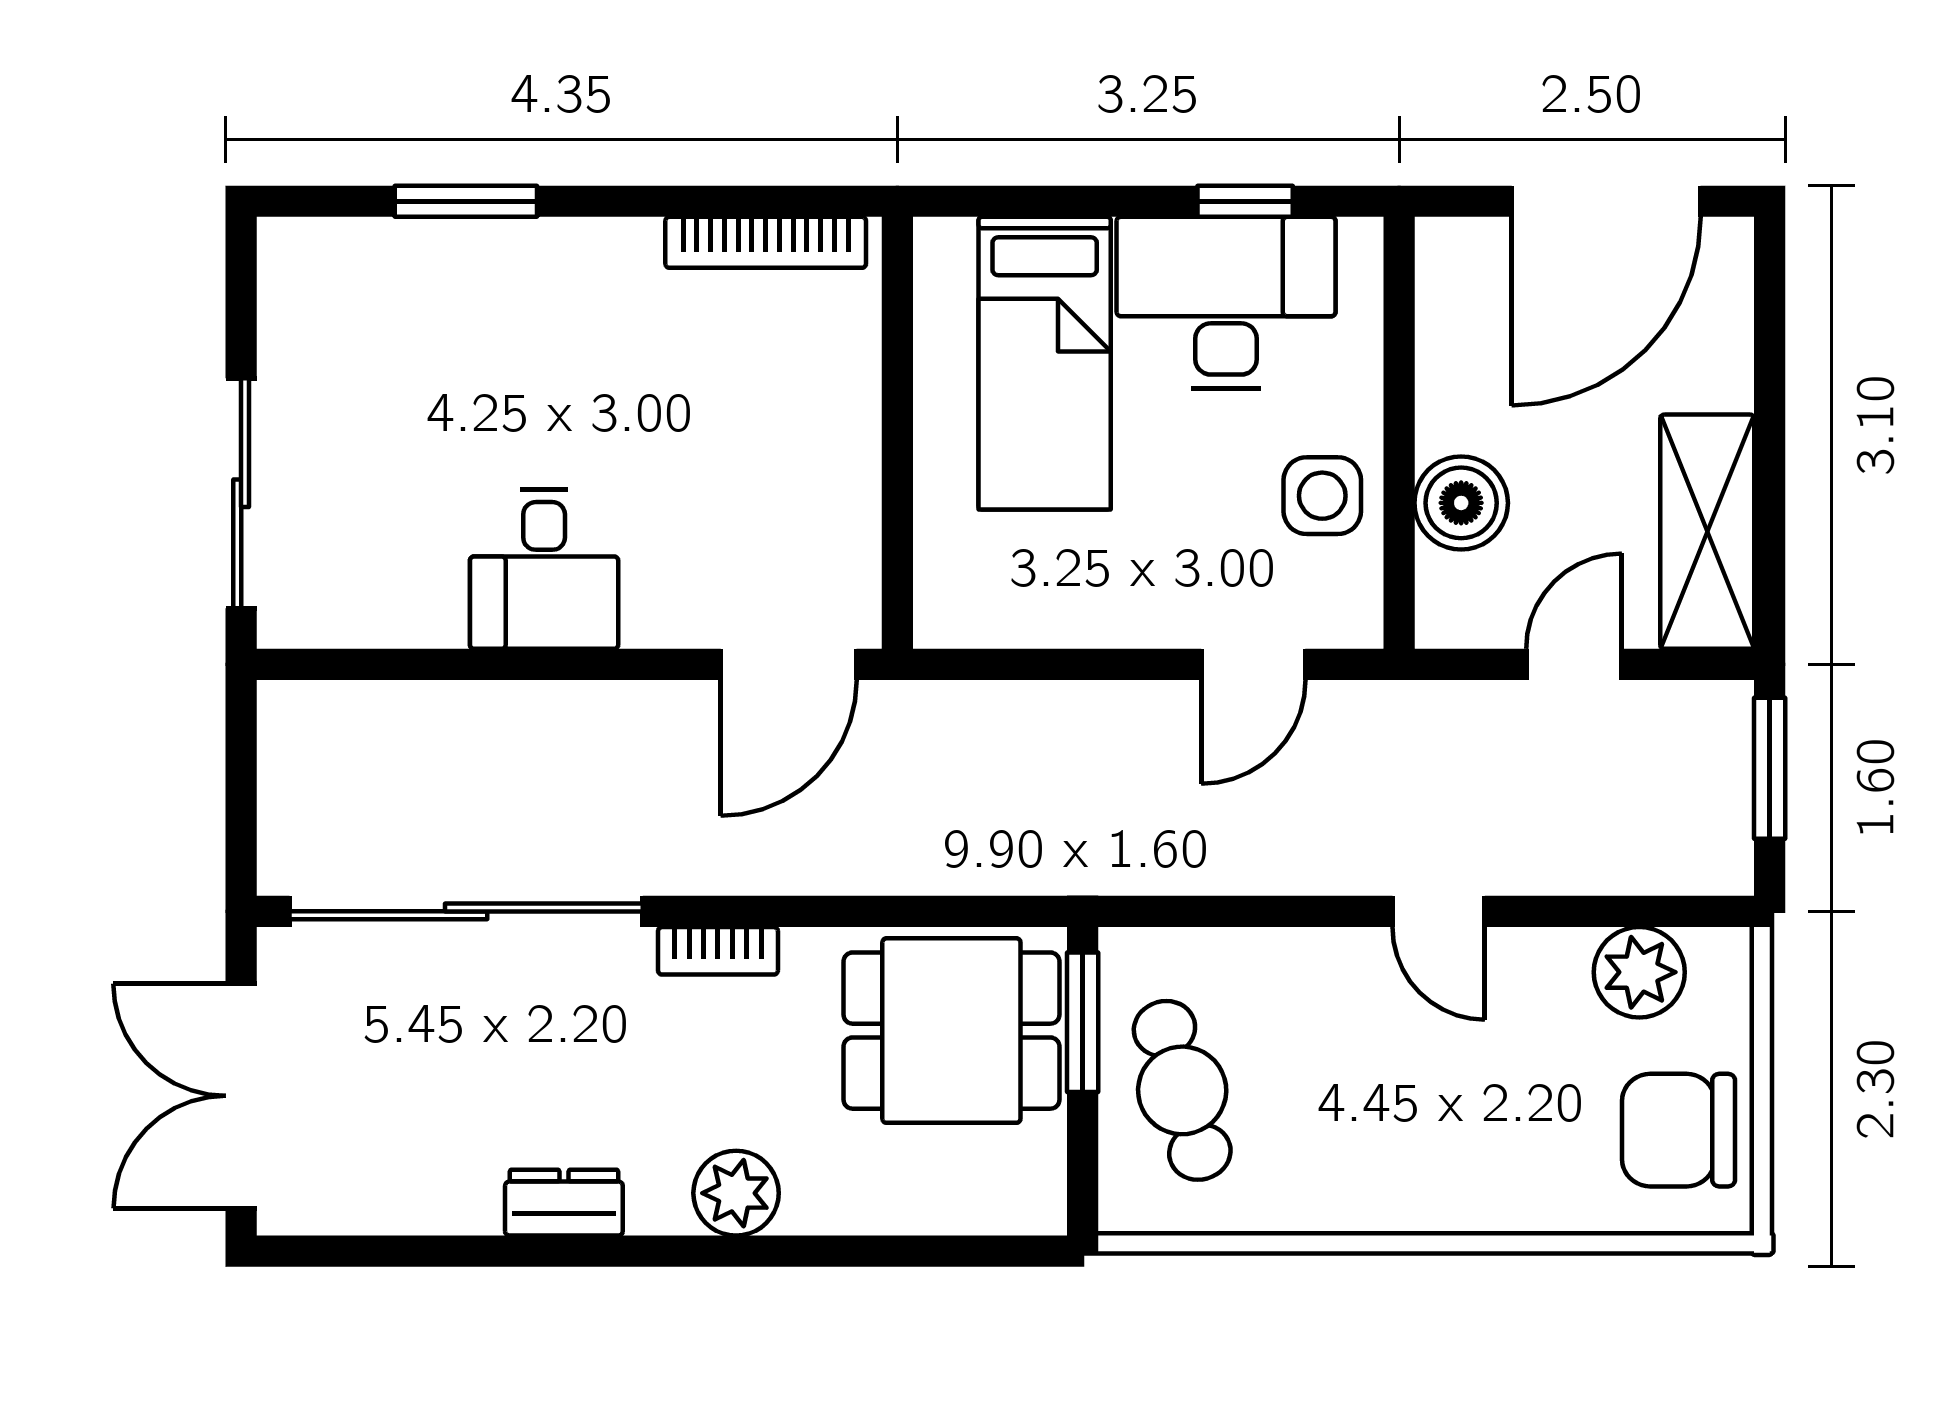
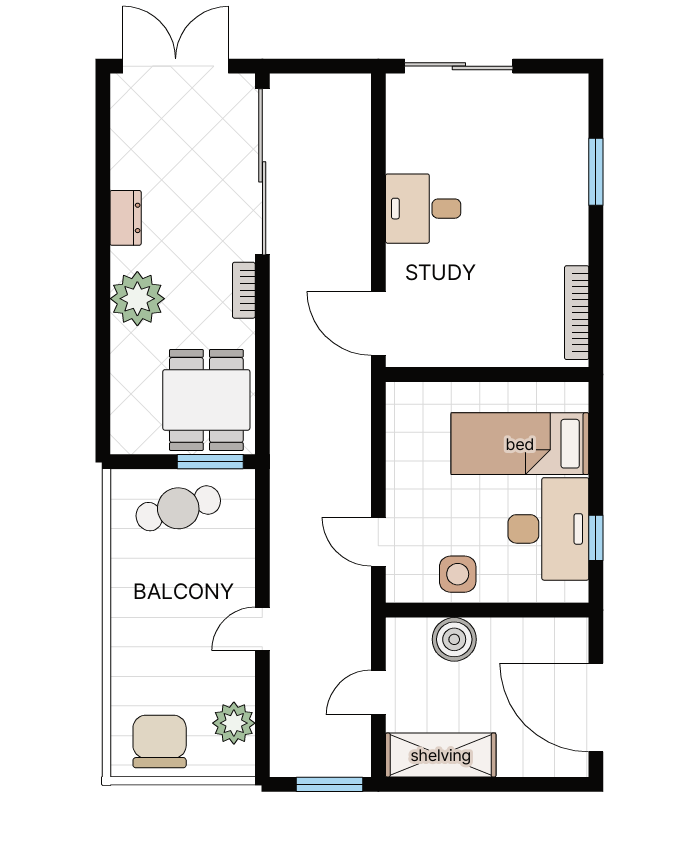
door: (1574, 664) -> (378, 692), swing flipped
plant: (736, 1193) -> (137, 299), width x1.36, depth x1.36

